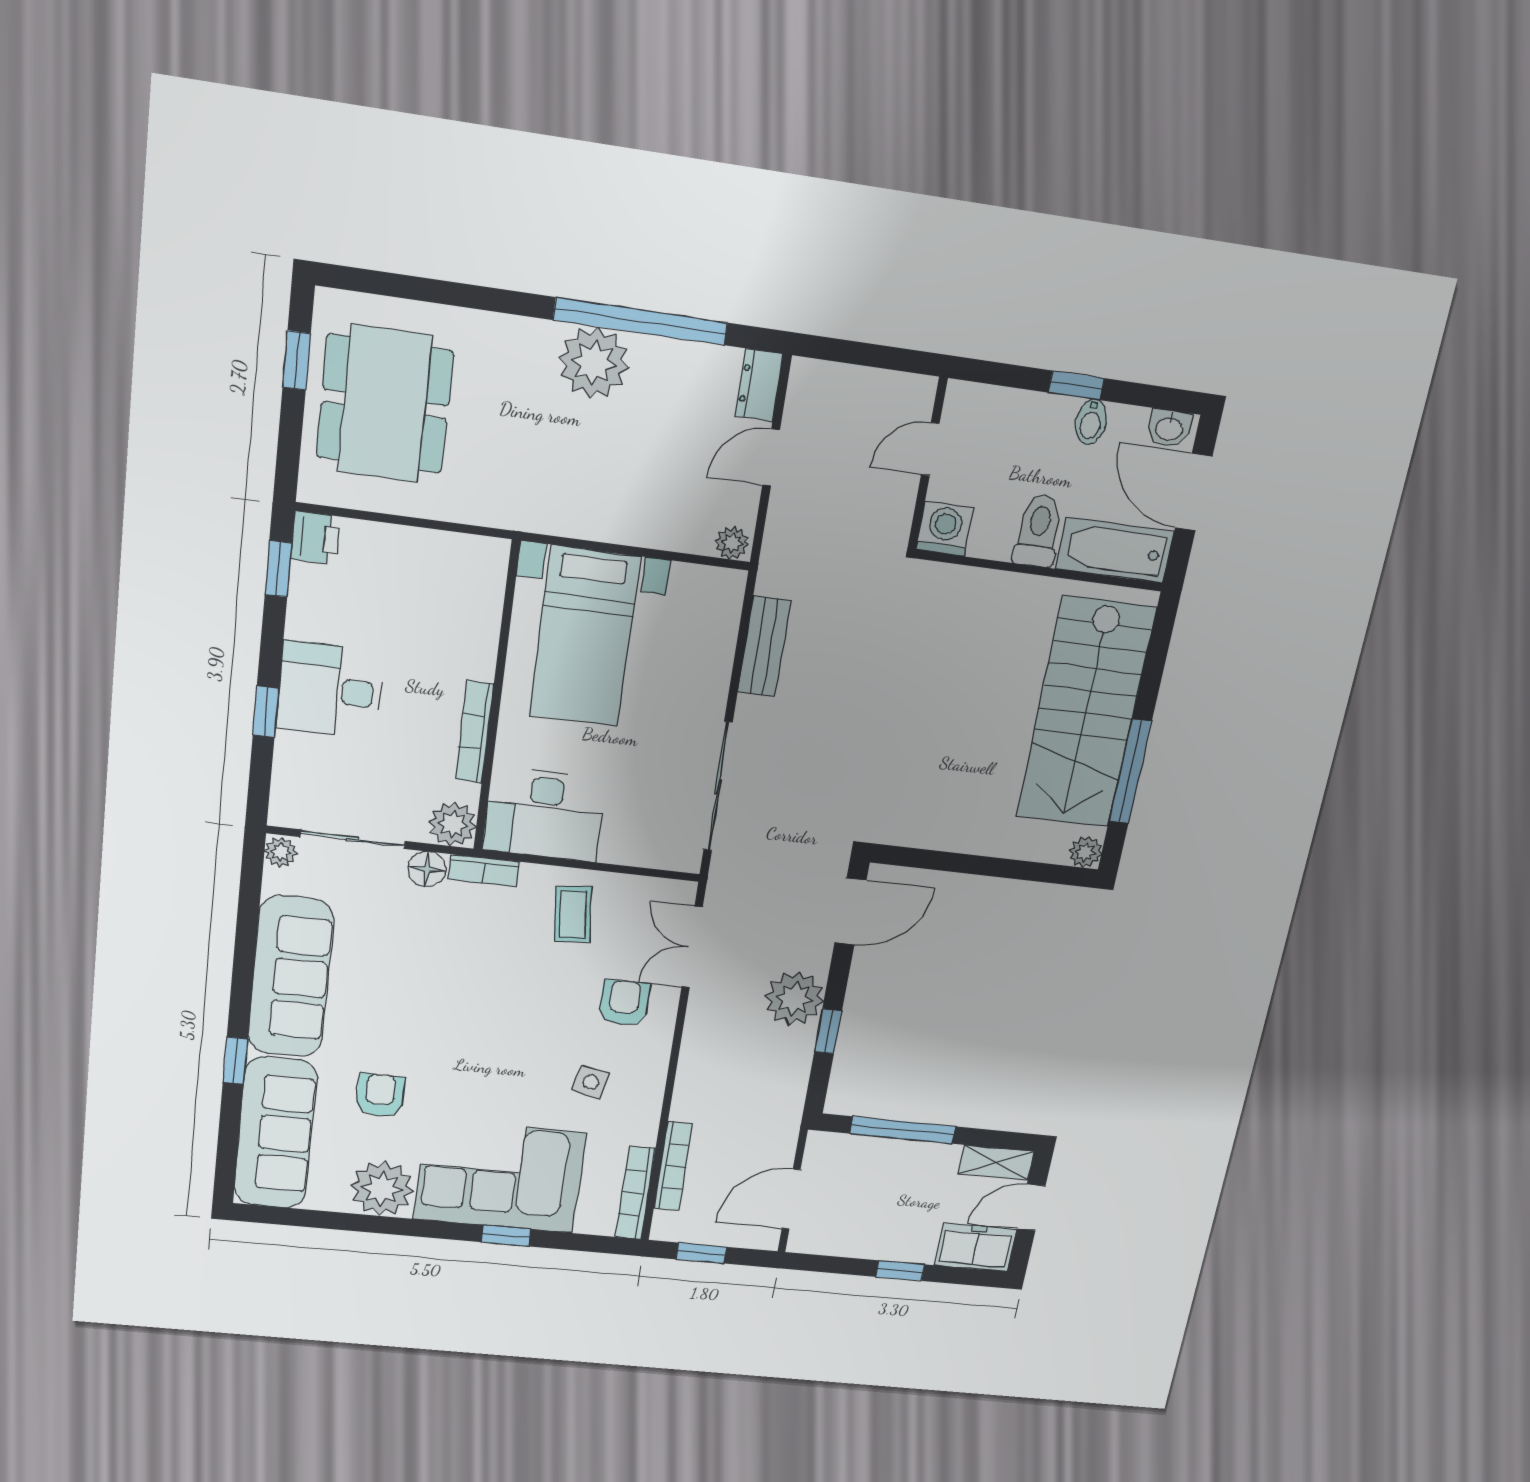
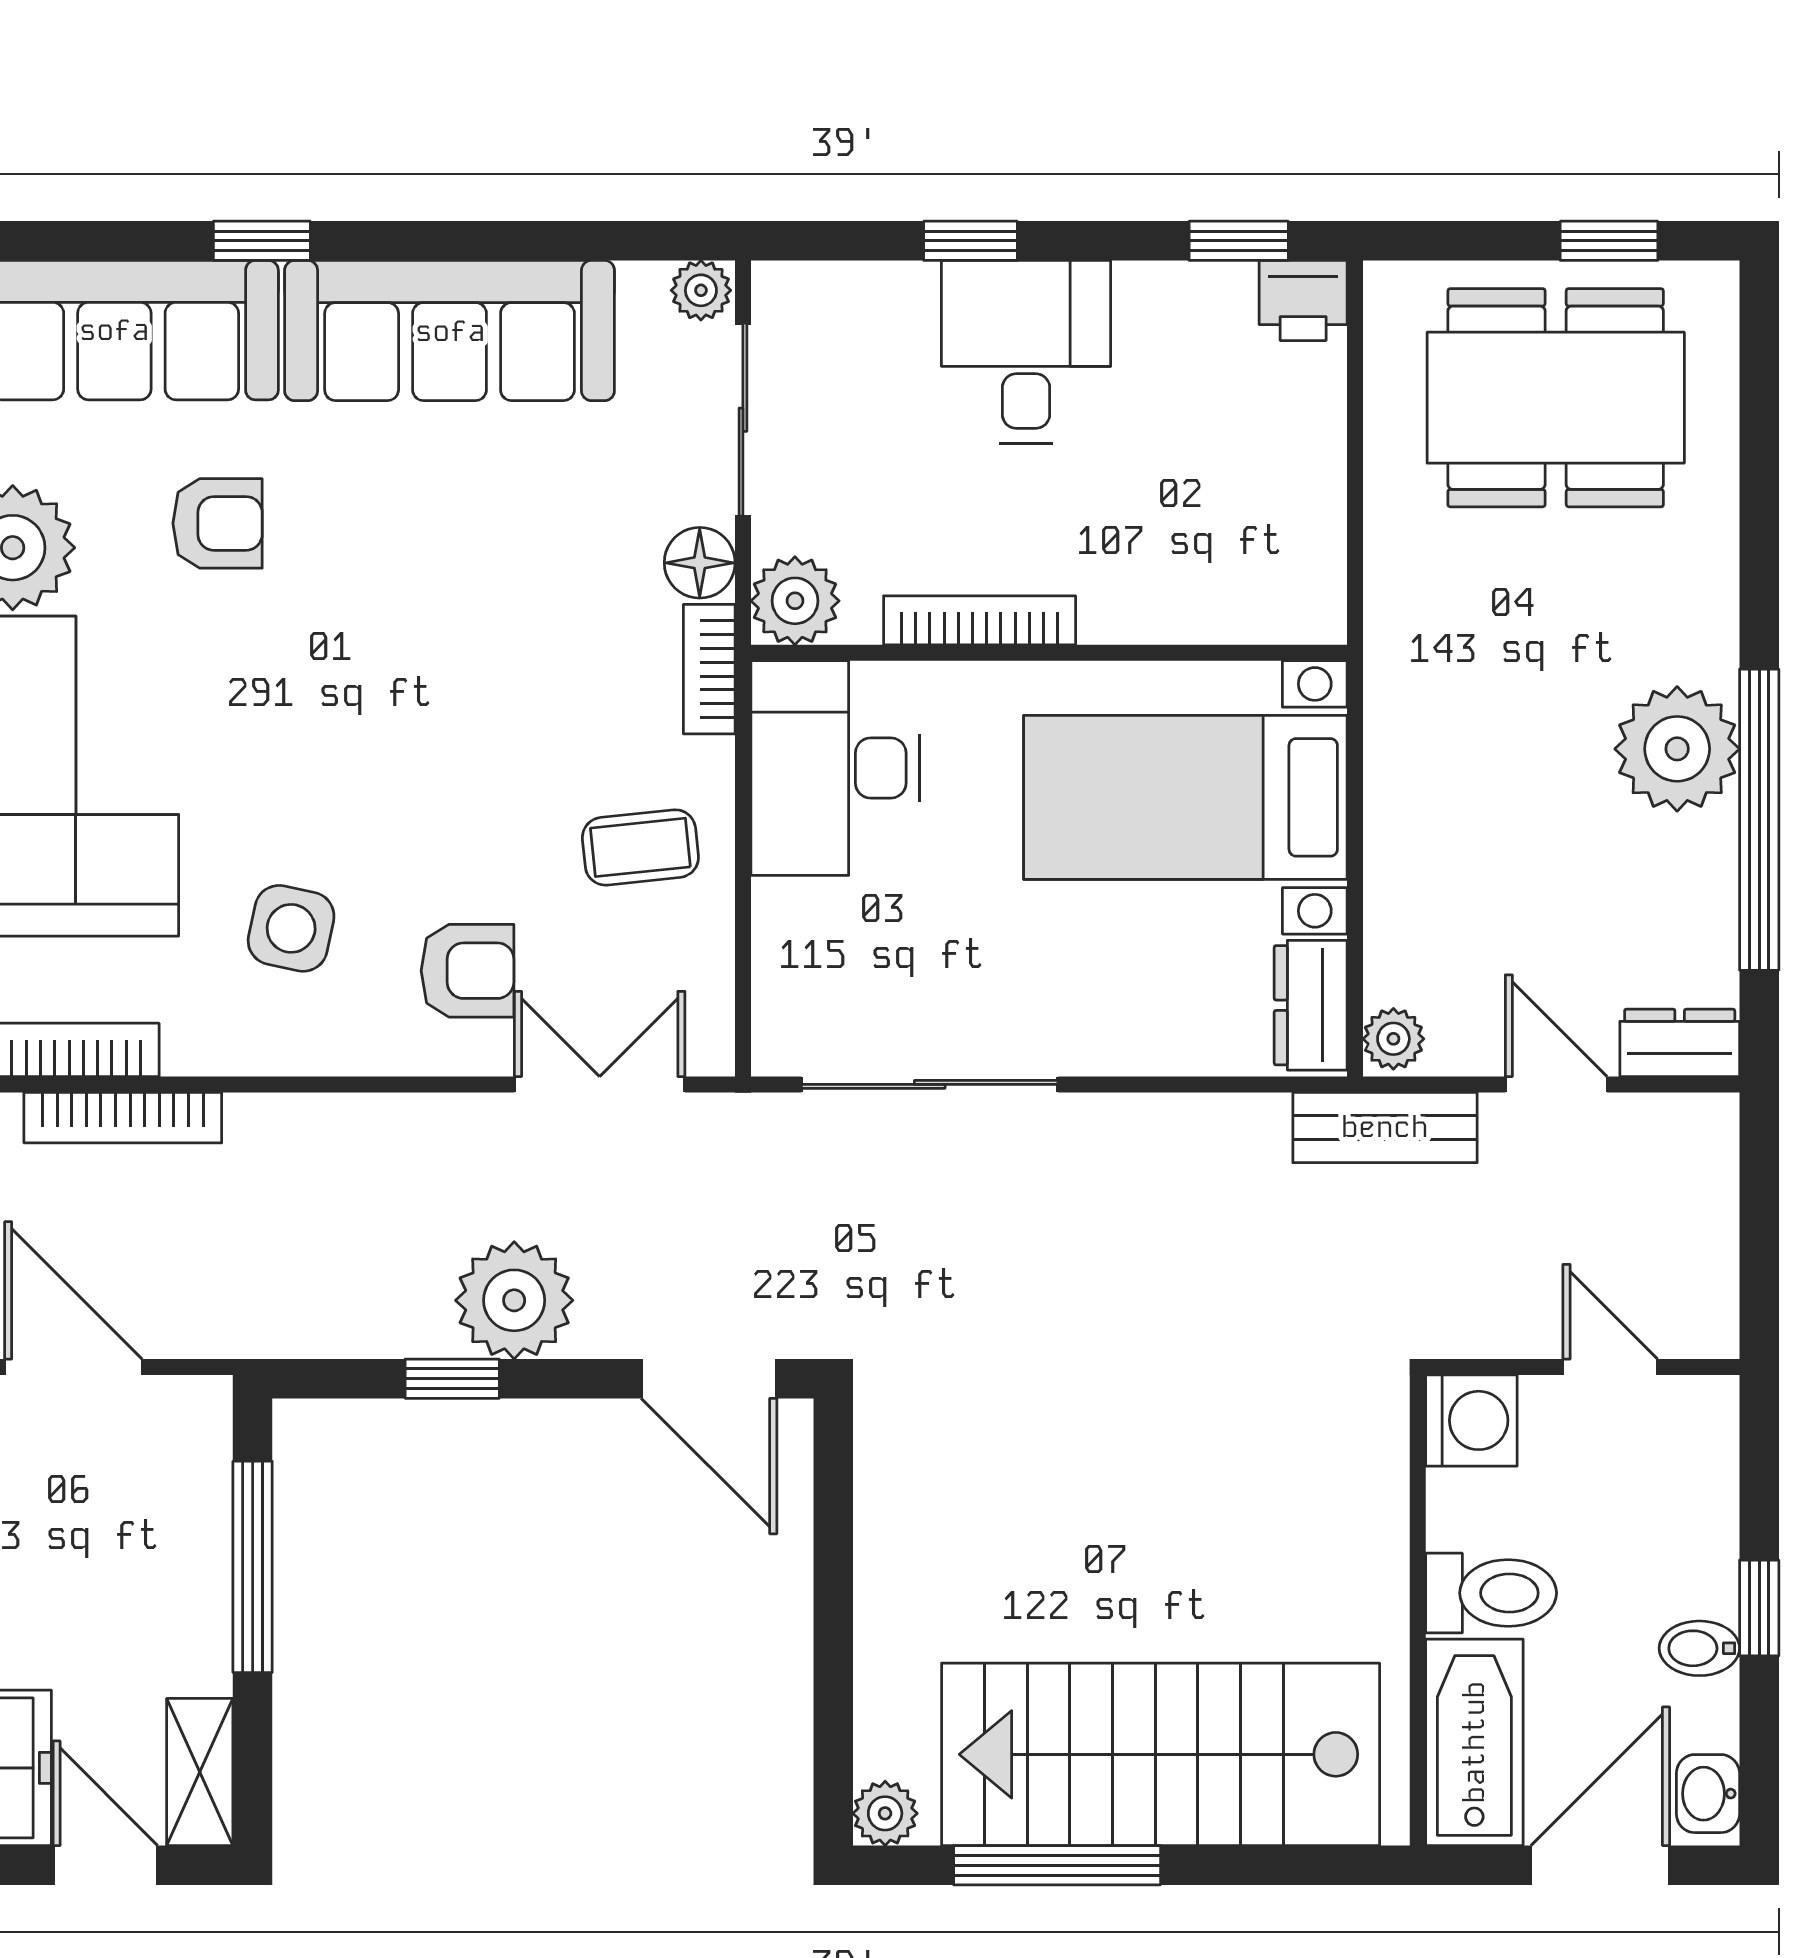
dresser: (707, 585) -> (1311, 1005), added
bench: (764, 646) -> (1385, 1127), moved
side table: (591, 1082) -> (291, 928), width x1.37, depth x1.37

